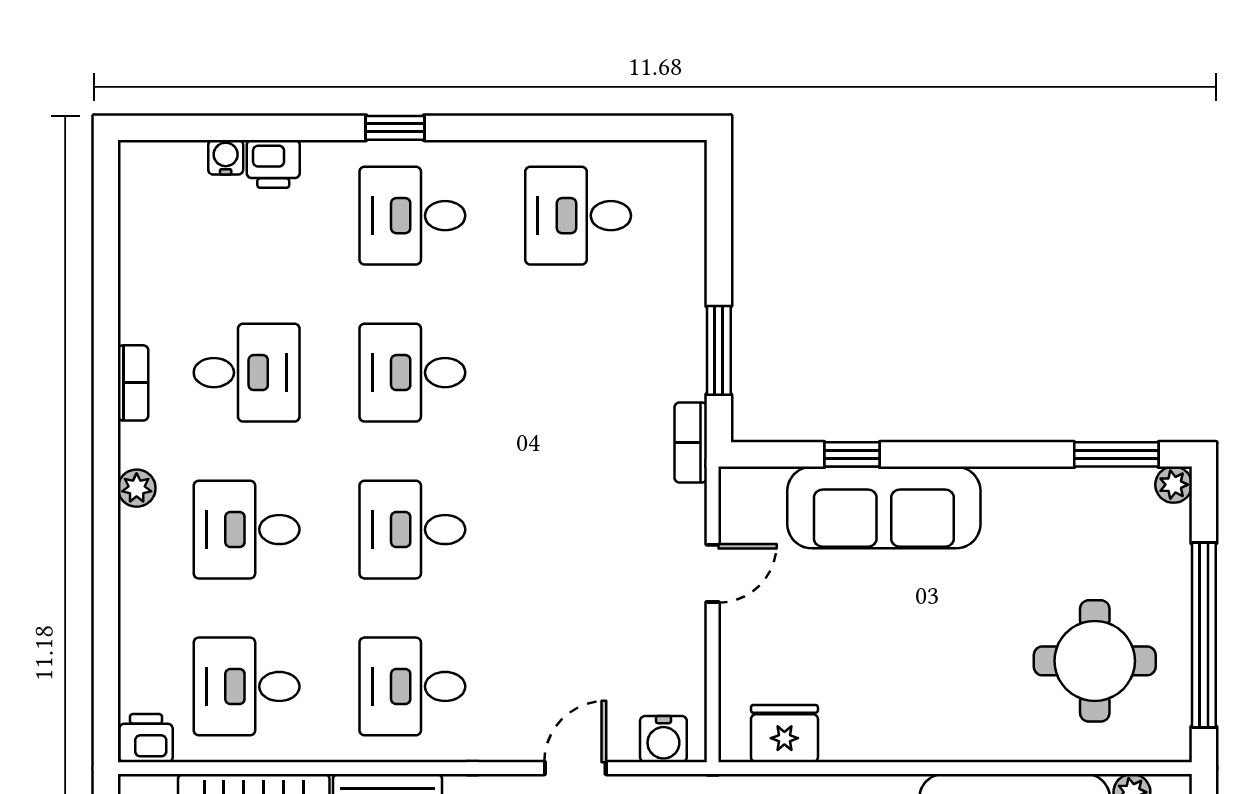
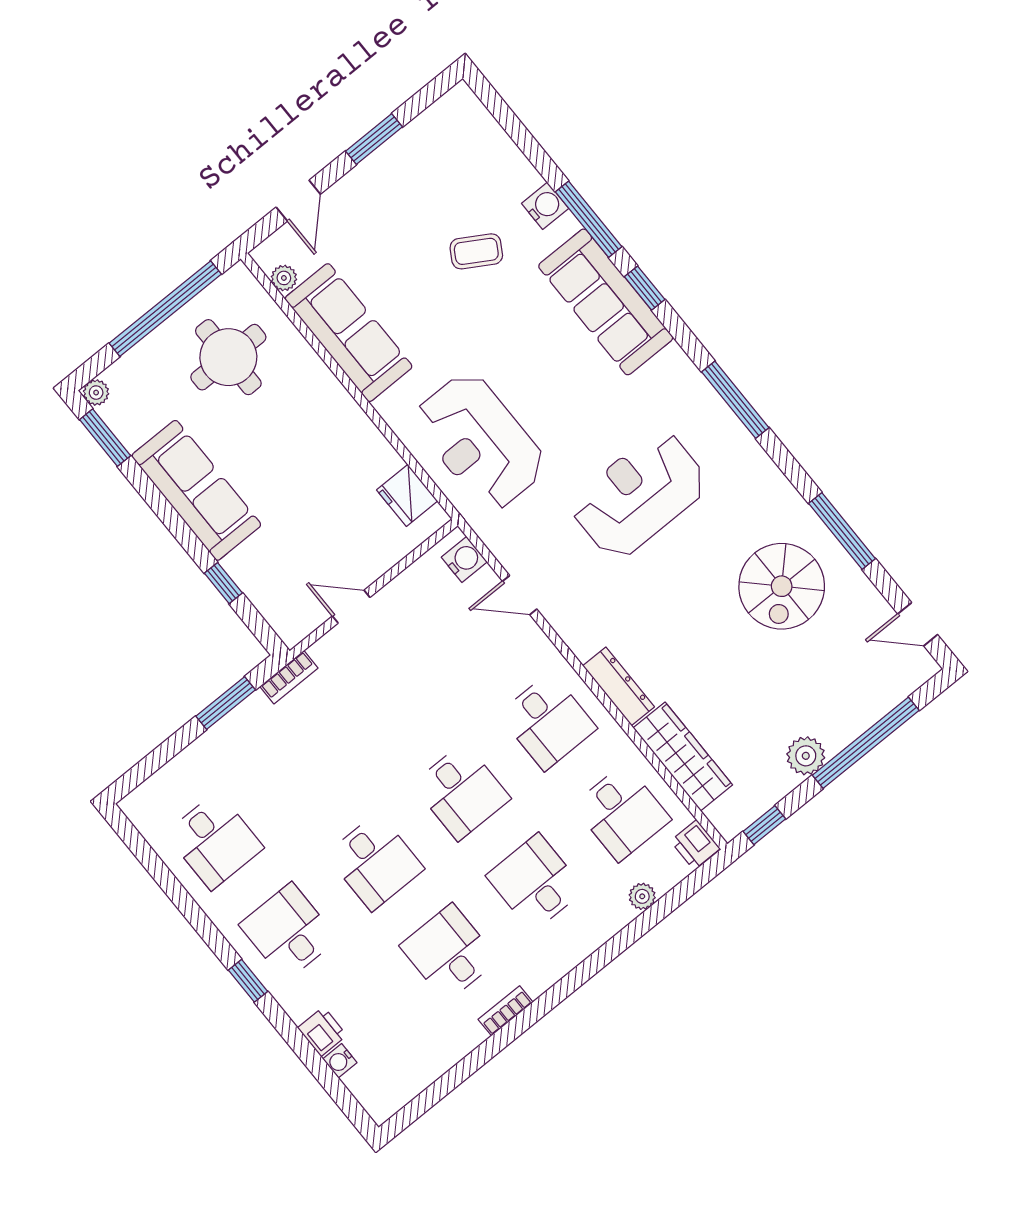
desk: (412, 216) -> (289, 932), turned 180
plant: (137, 488) -> (642, 896), moved
sofa: (884, 507) -> (196, 490), moved
desk: (247, 530) -> (535, 883), turned 180

